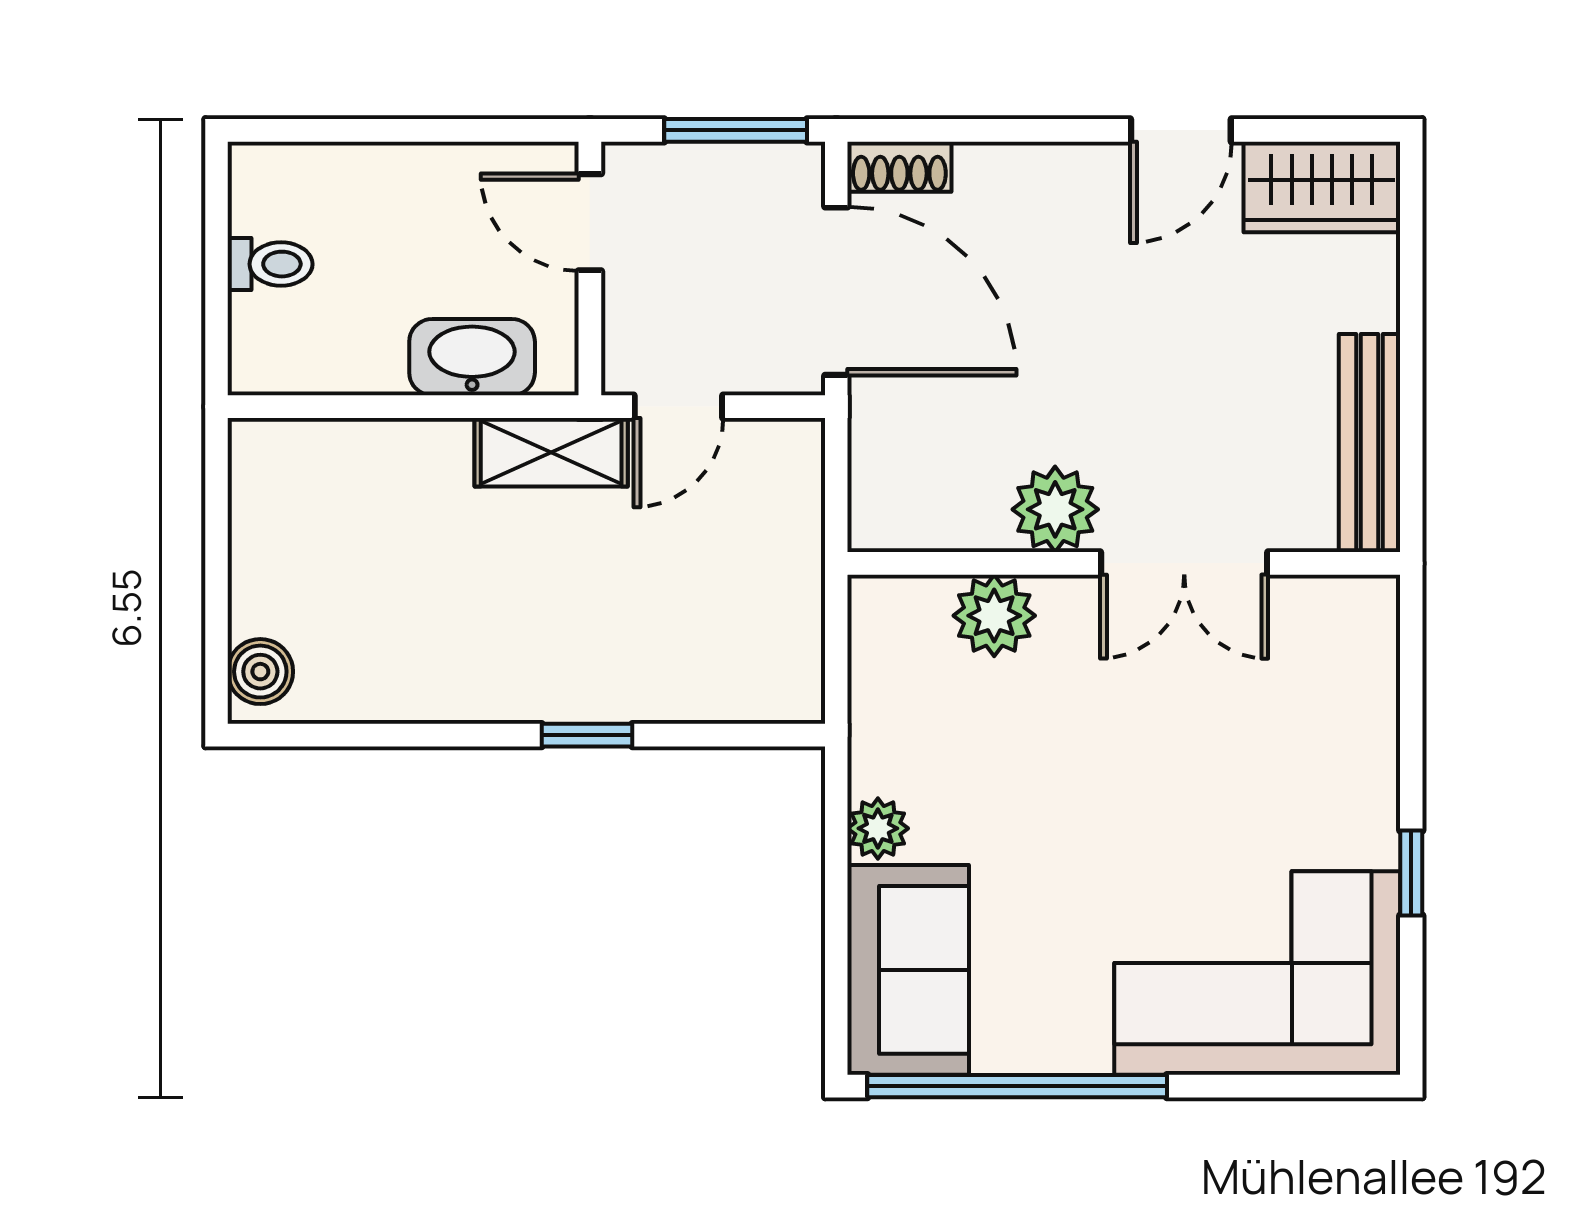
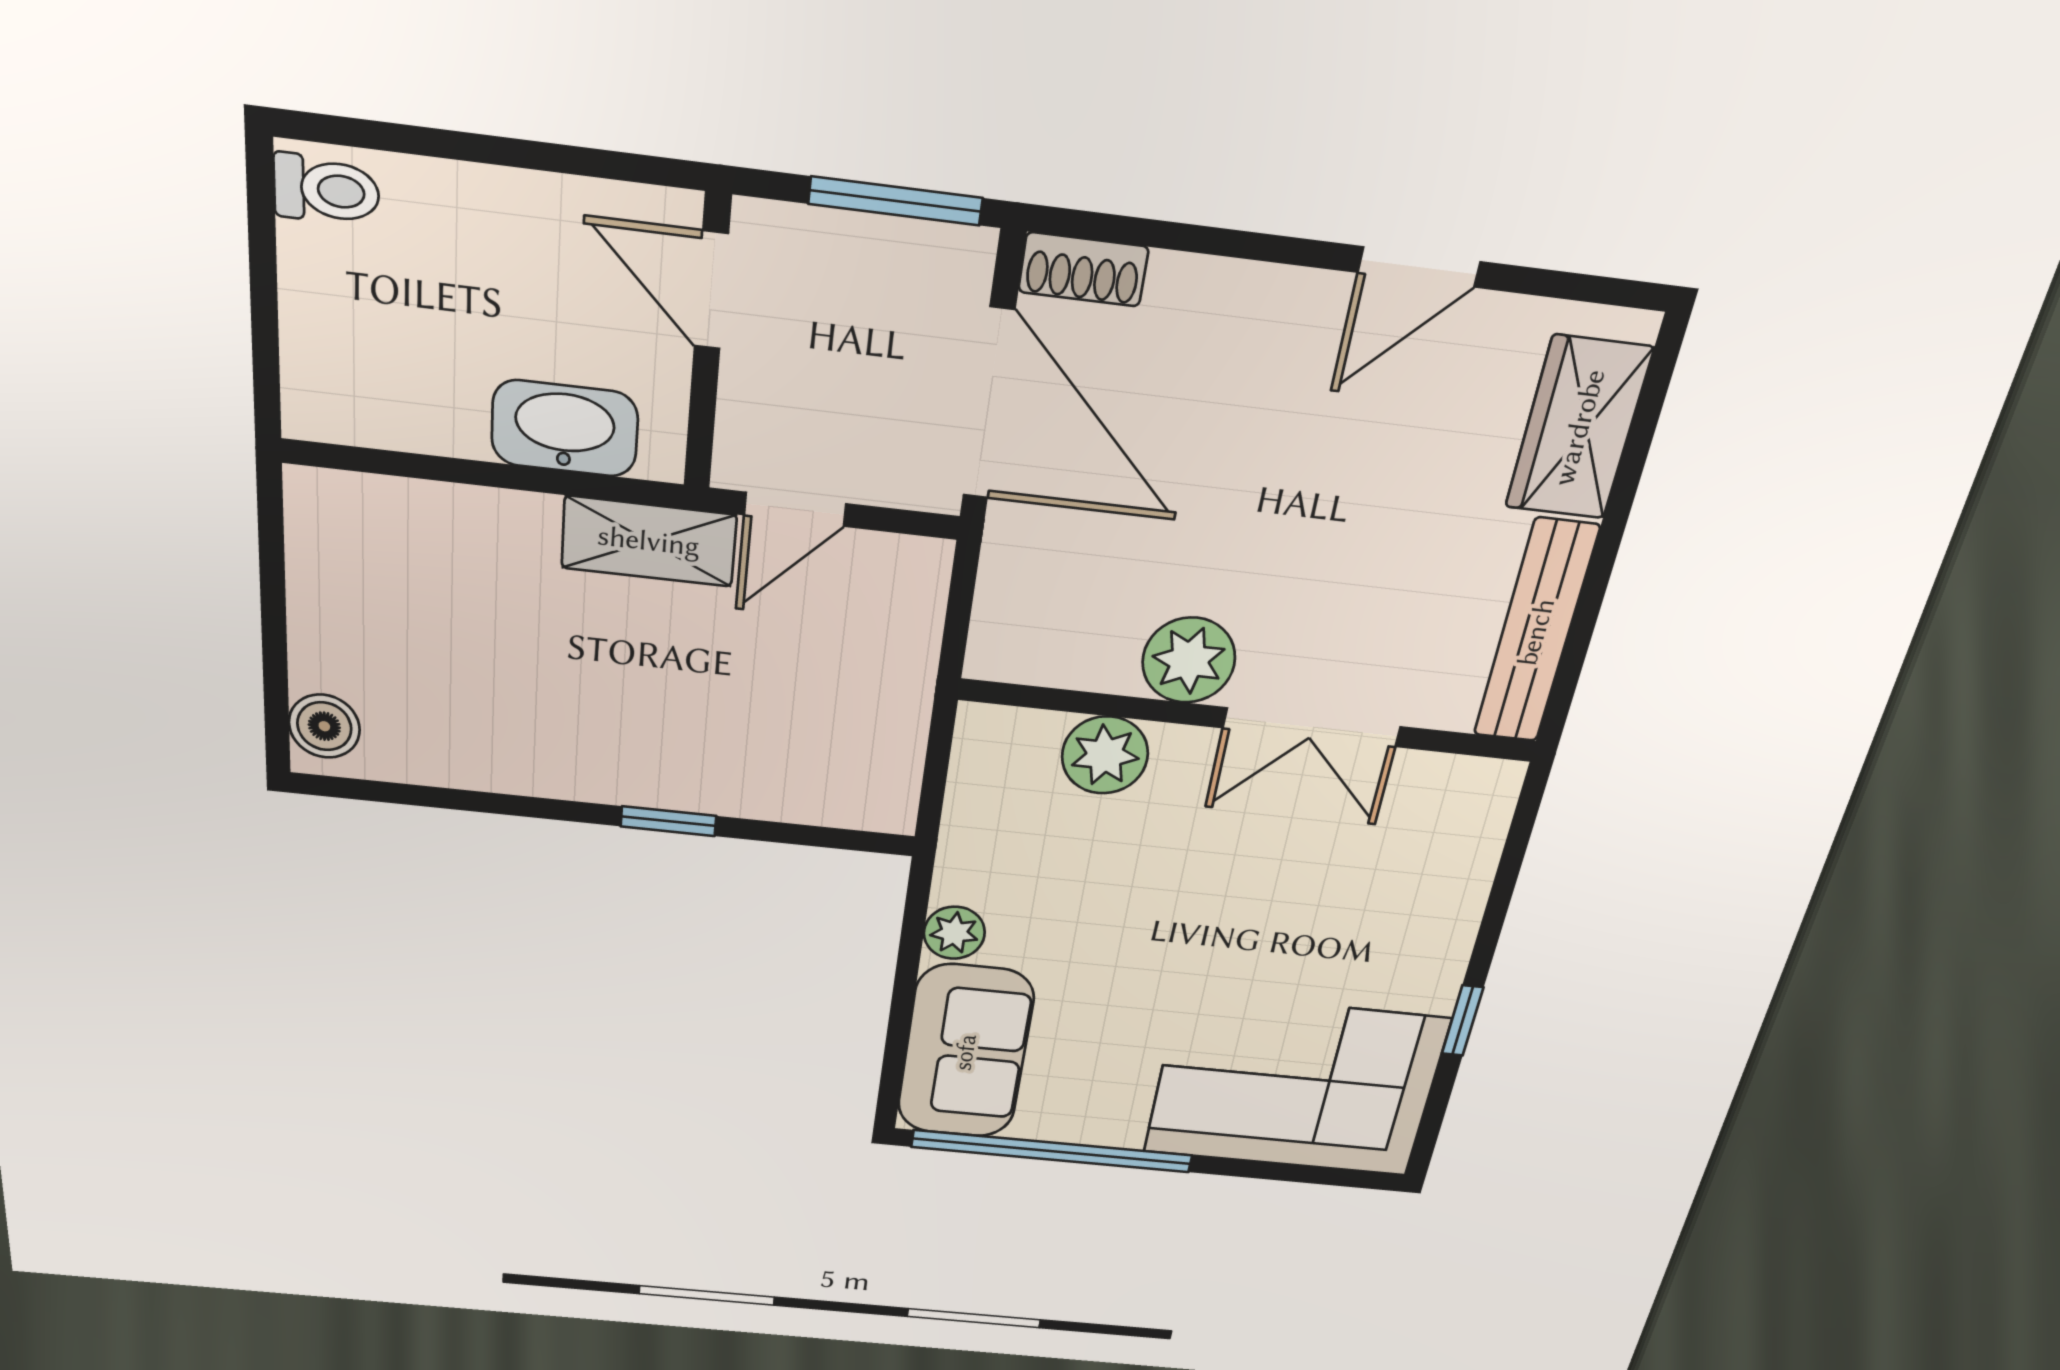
wardrobe: (1322, 187) -> (1579, 428), moved, turned 90
toilet: (270, 264) -> (327, 190), moved

